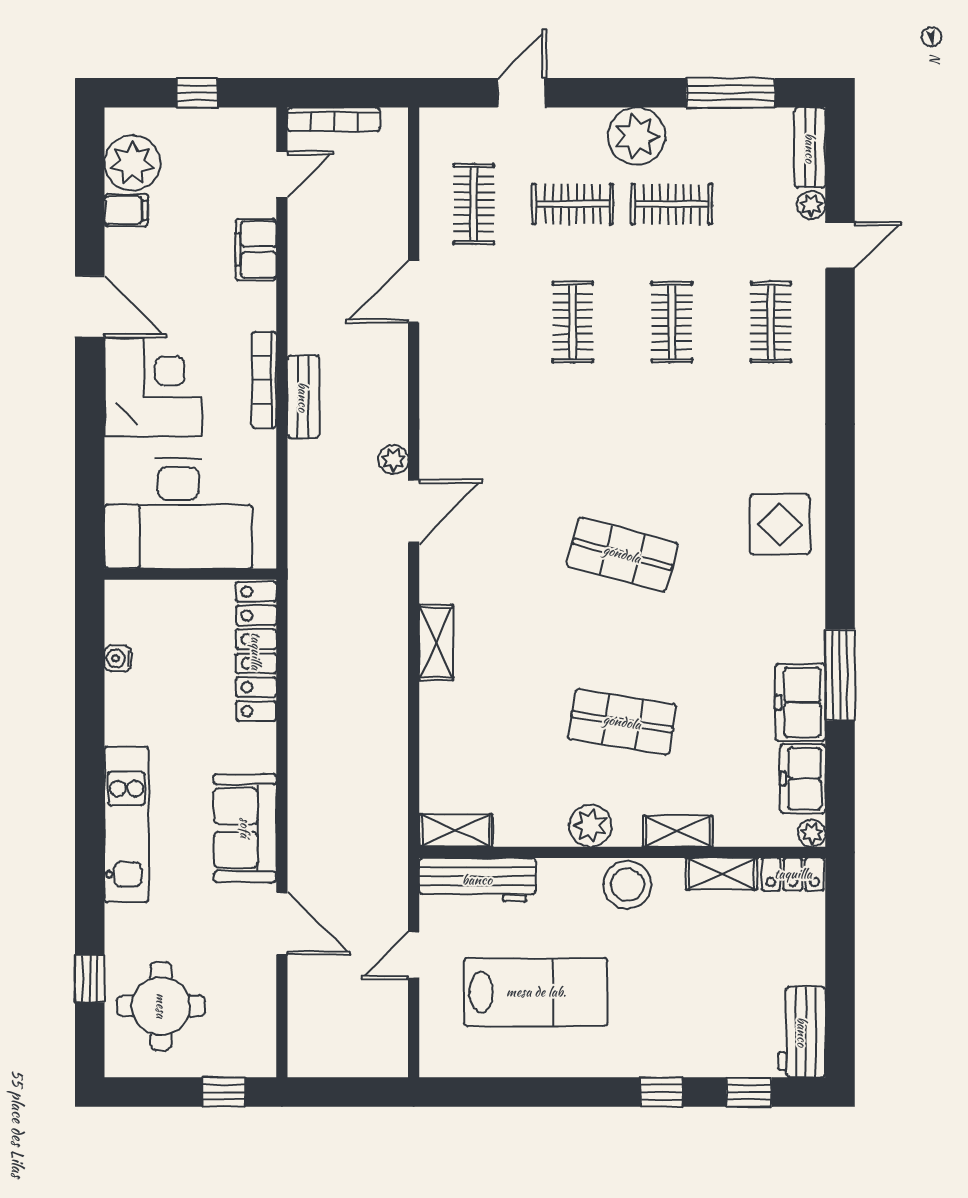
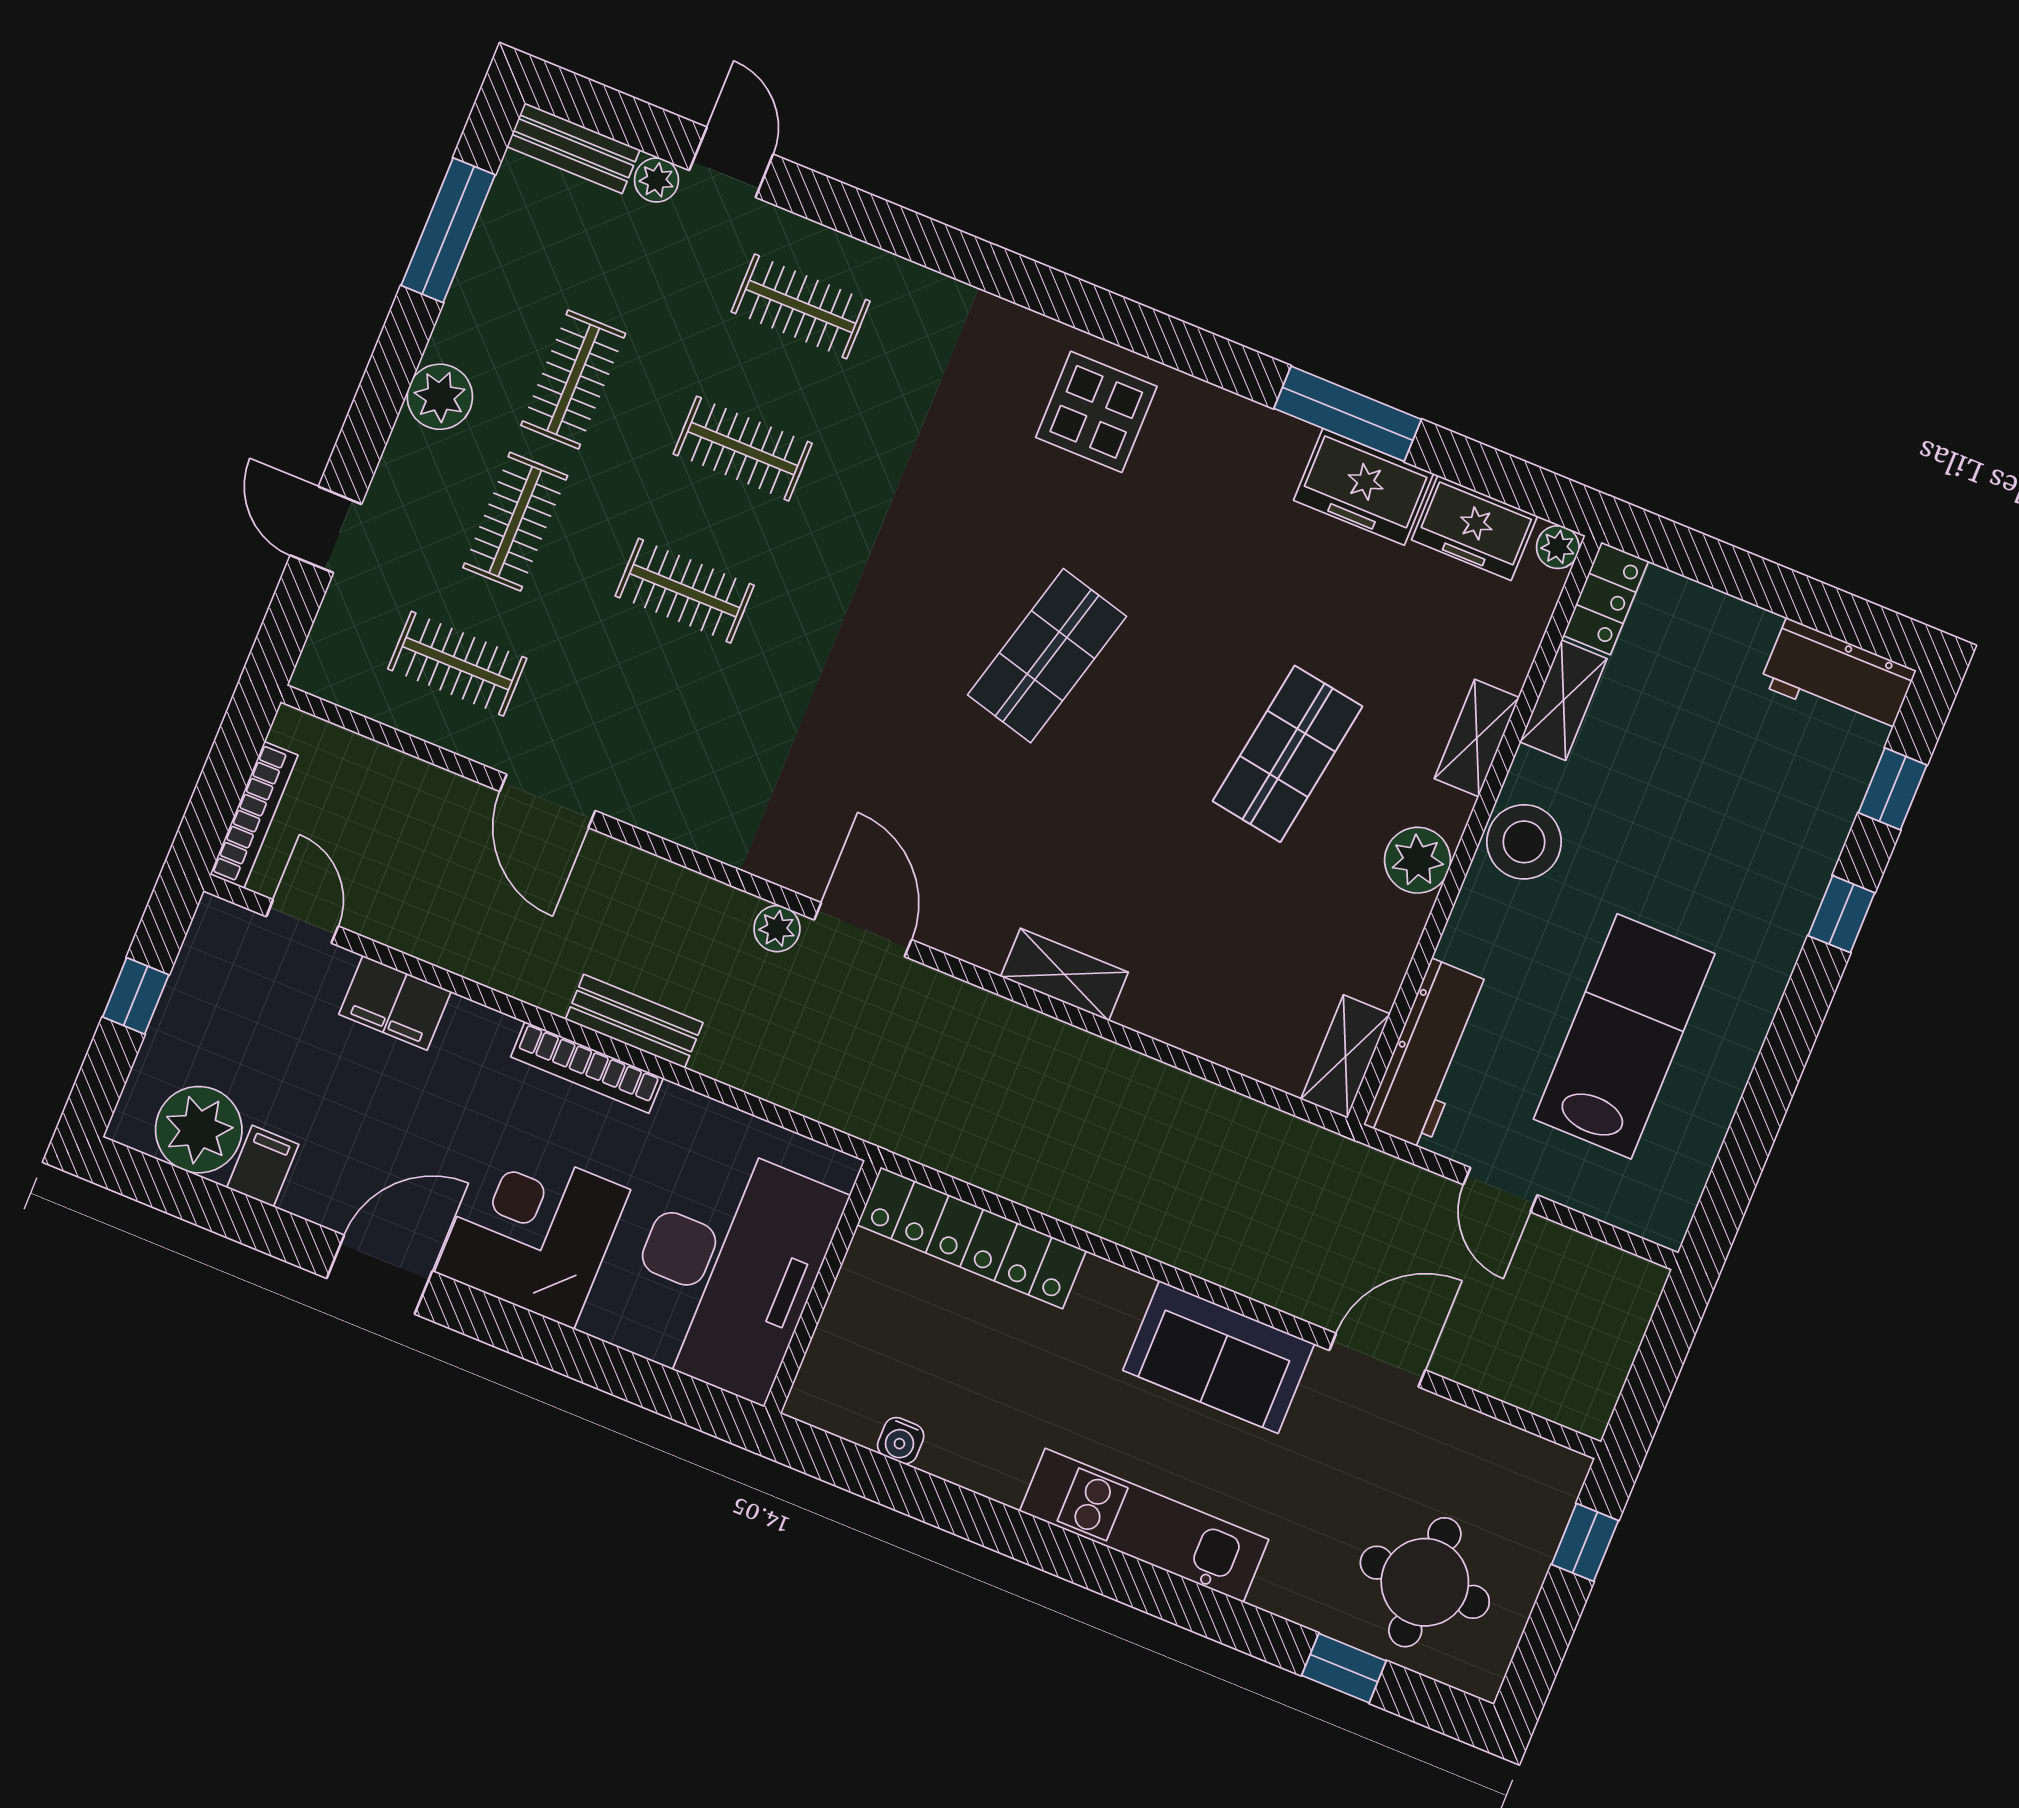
plant: (637, 136) -> (440, 397), width x0.73, depth x0.73

